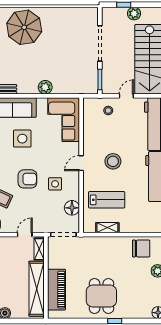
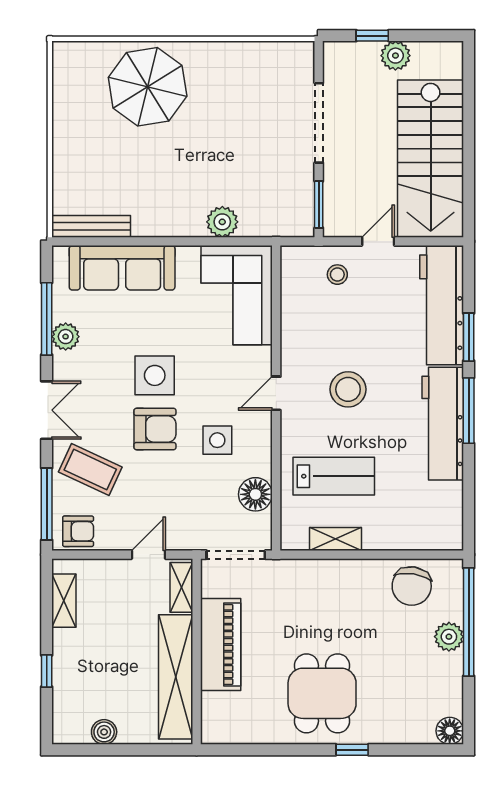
plant: (45, 87) -> (222, 222), moved
side table: (22, 139) -> (155, 375), moved
chair: (141, 248) -> (412, 586), turned 99
piano: (57, 290) -> (221, 644), moved

